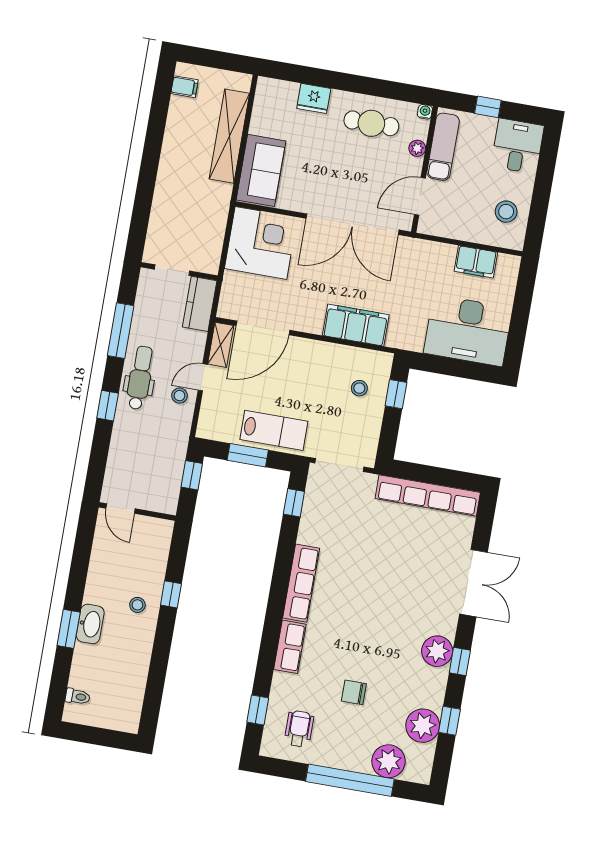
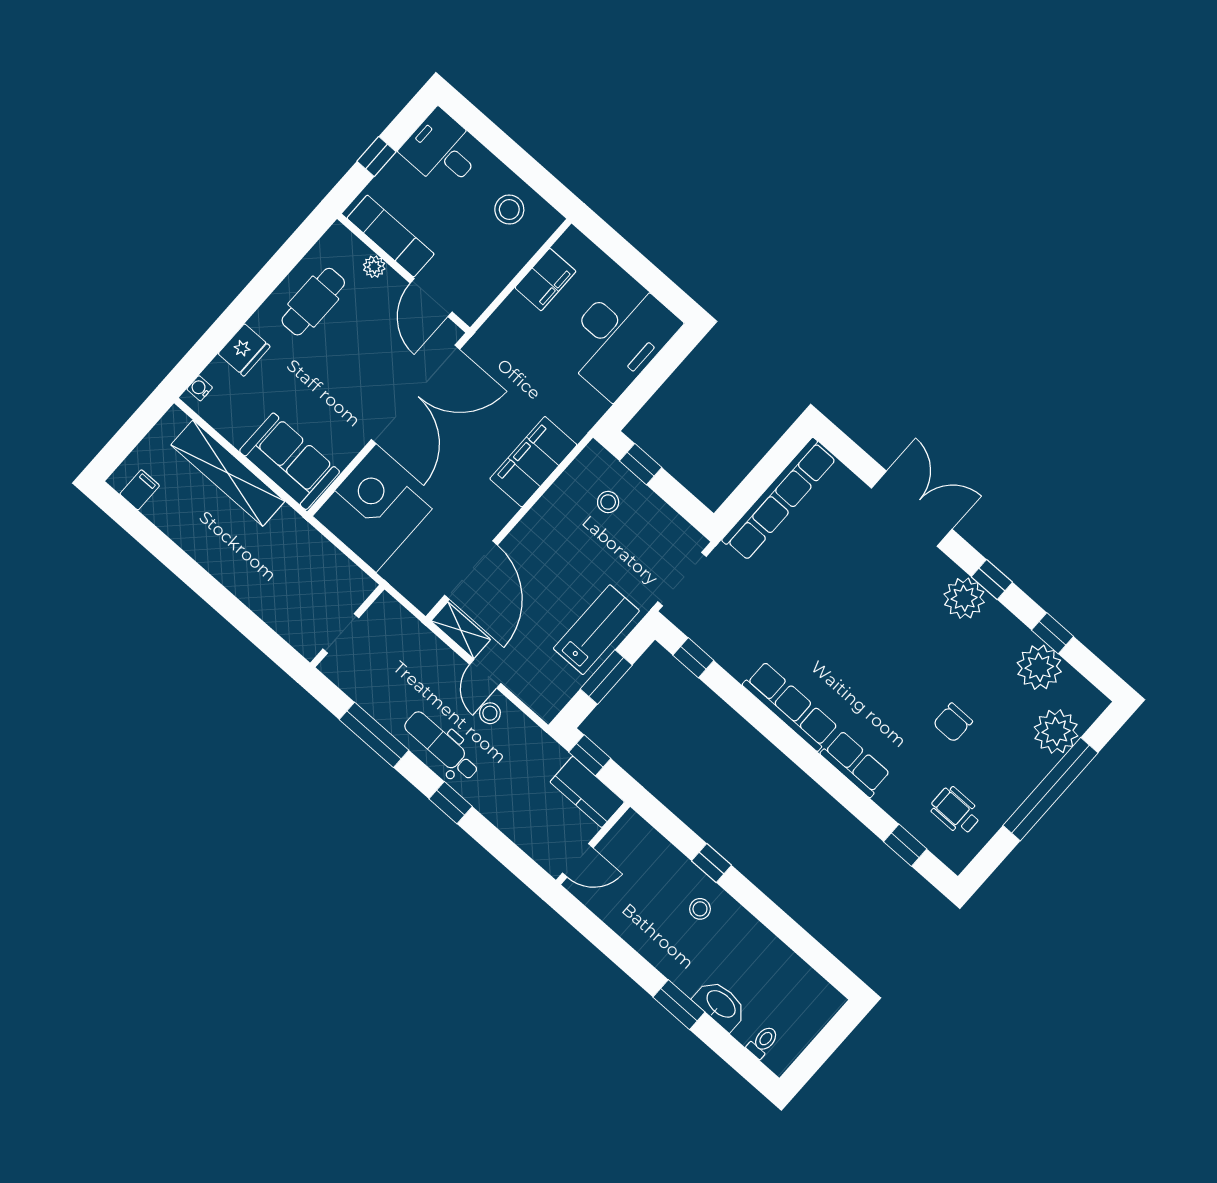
water cooler: (425, 112) -> (200, 388), moved
kitchen counter: (200, 304) -> (587, 792), moved
washbasin: (90, 624) -> (720, 1005), moved

